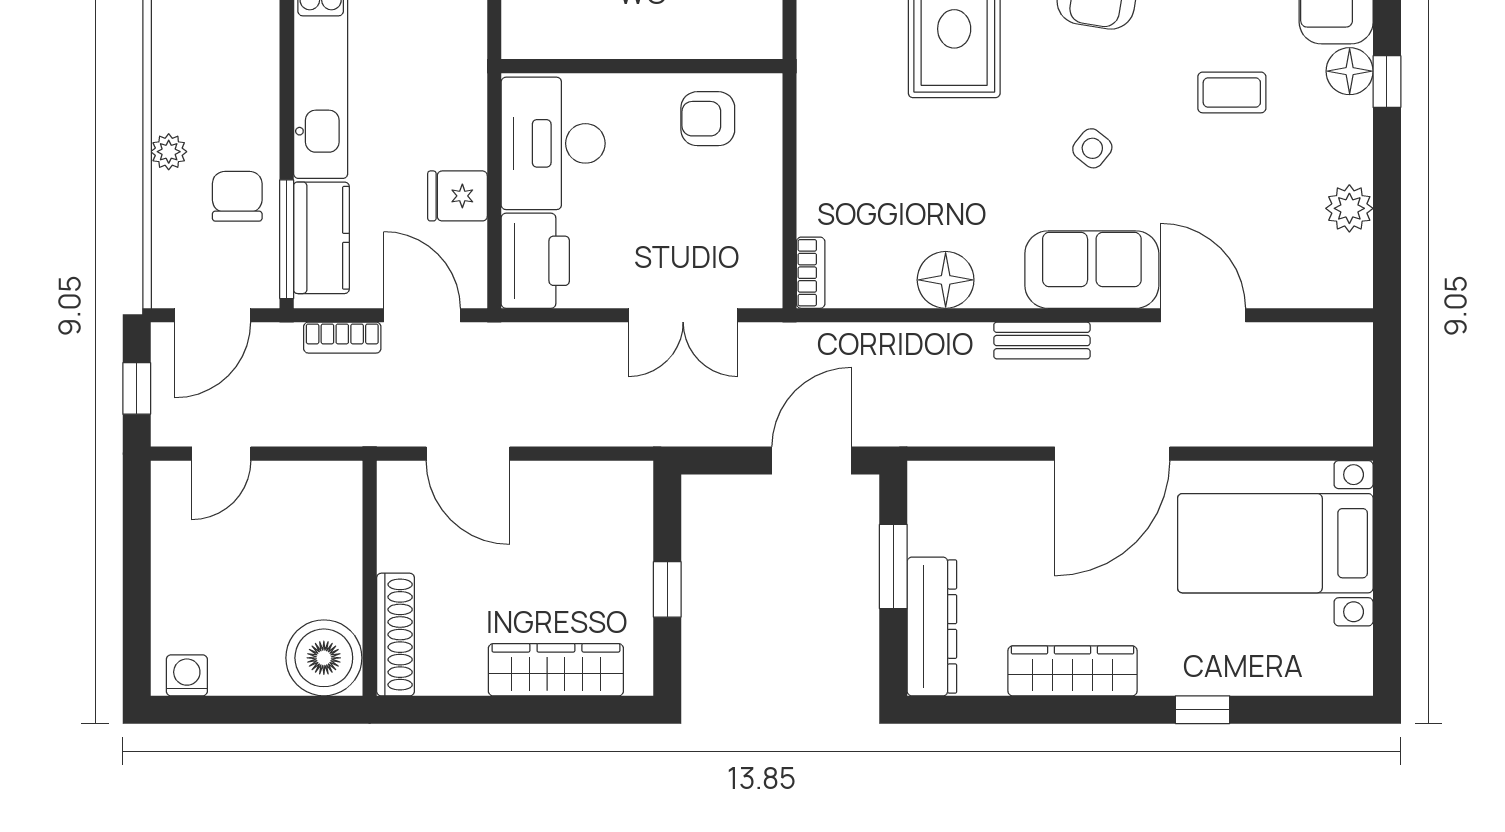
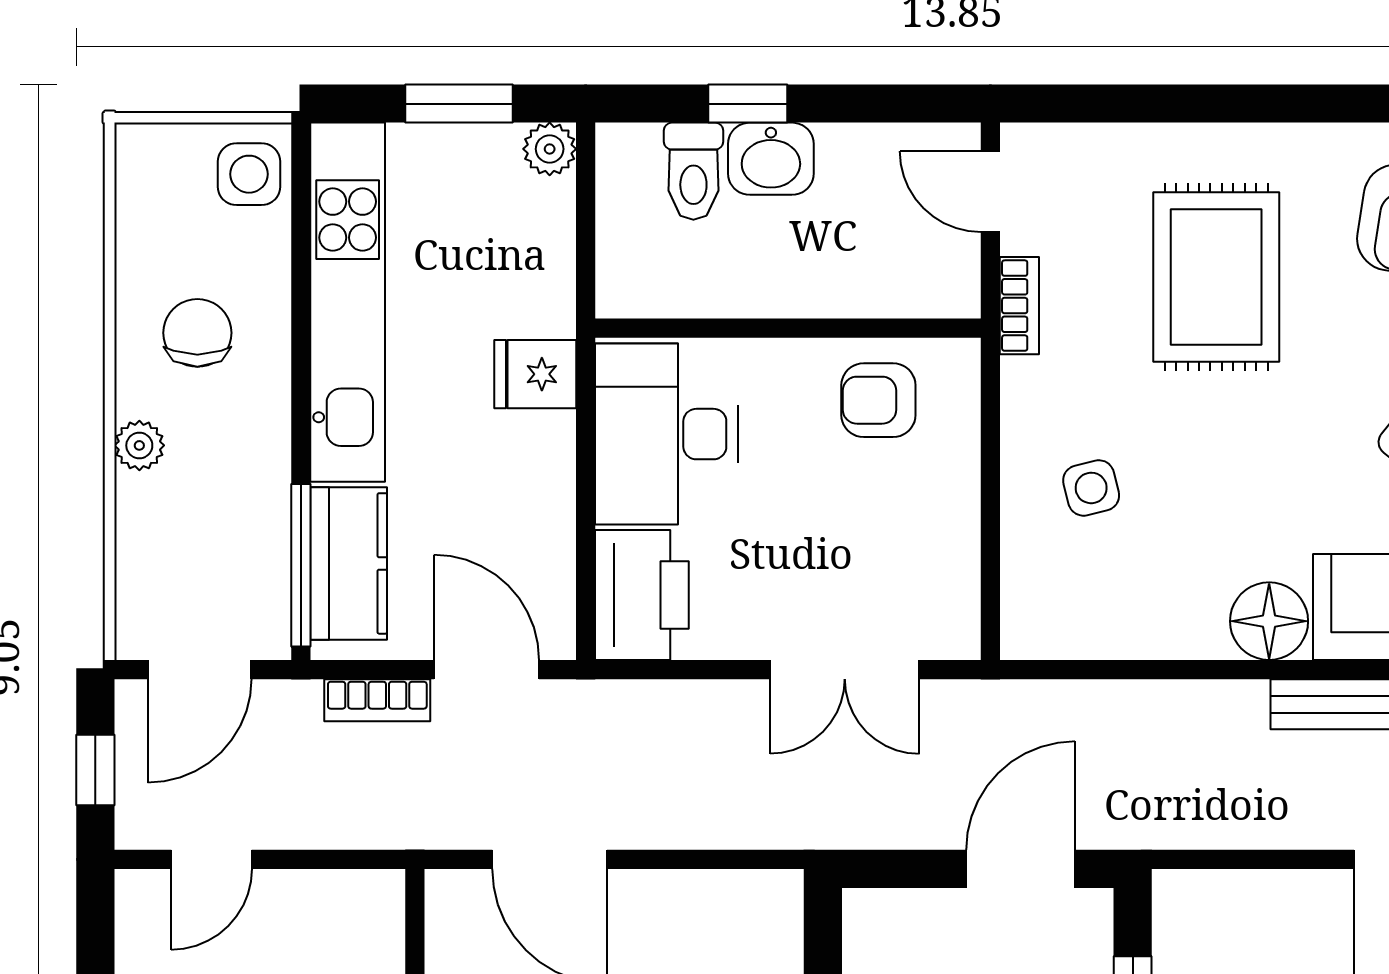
side table: (863, 183) -> (1091, 488), added
chair: (237, 196) -> (197, 333), moved
fridge: (458, 196) -> (535, 374), moved
bookcase: (811, 273) -> (1019, 306), moved
floor lamp: (946, 280) -> (1269, 621), moved

